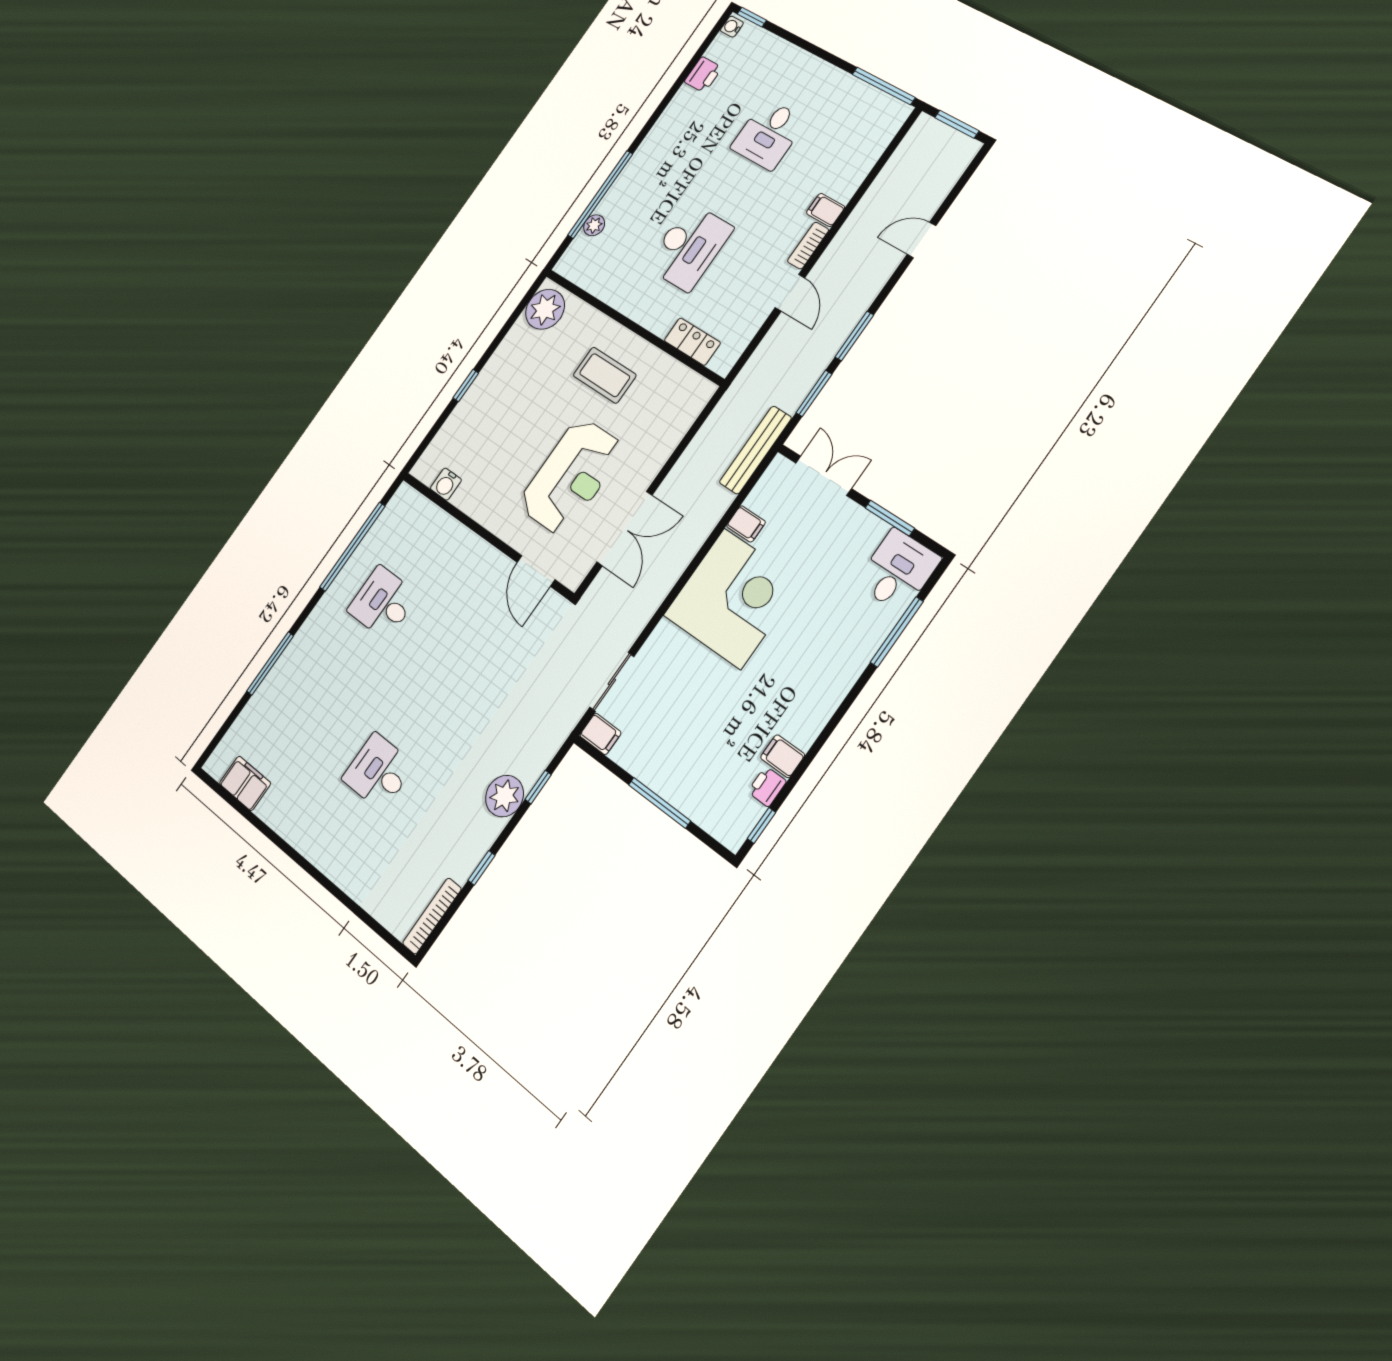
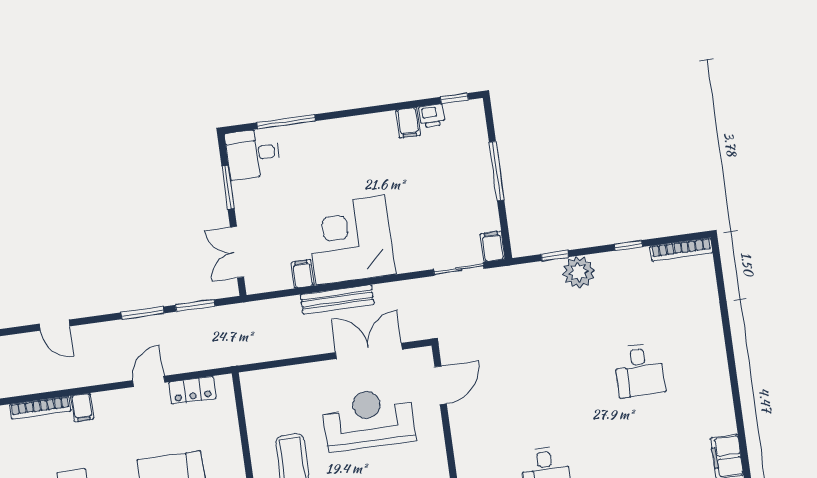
bookcase: (808, 246) -> (40, 408), moved, width x1.56
locker: (692, 342) -> (192, 390), moved, turned -90
bench: (755, 450) -> (337, 299), moved

